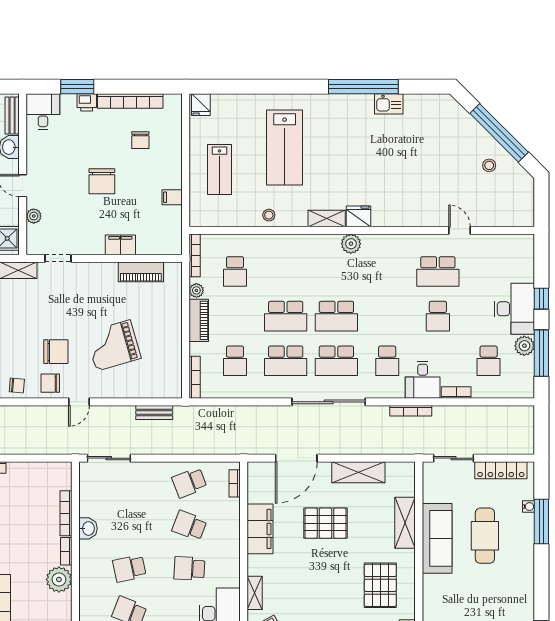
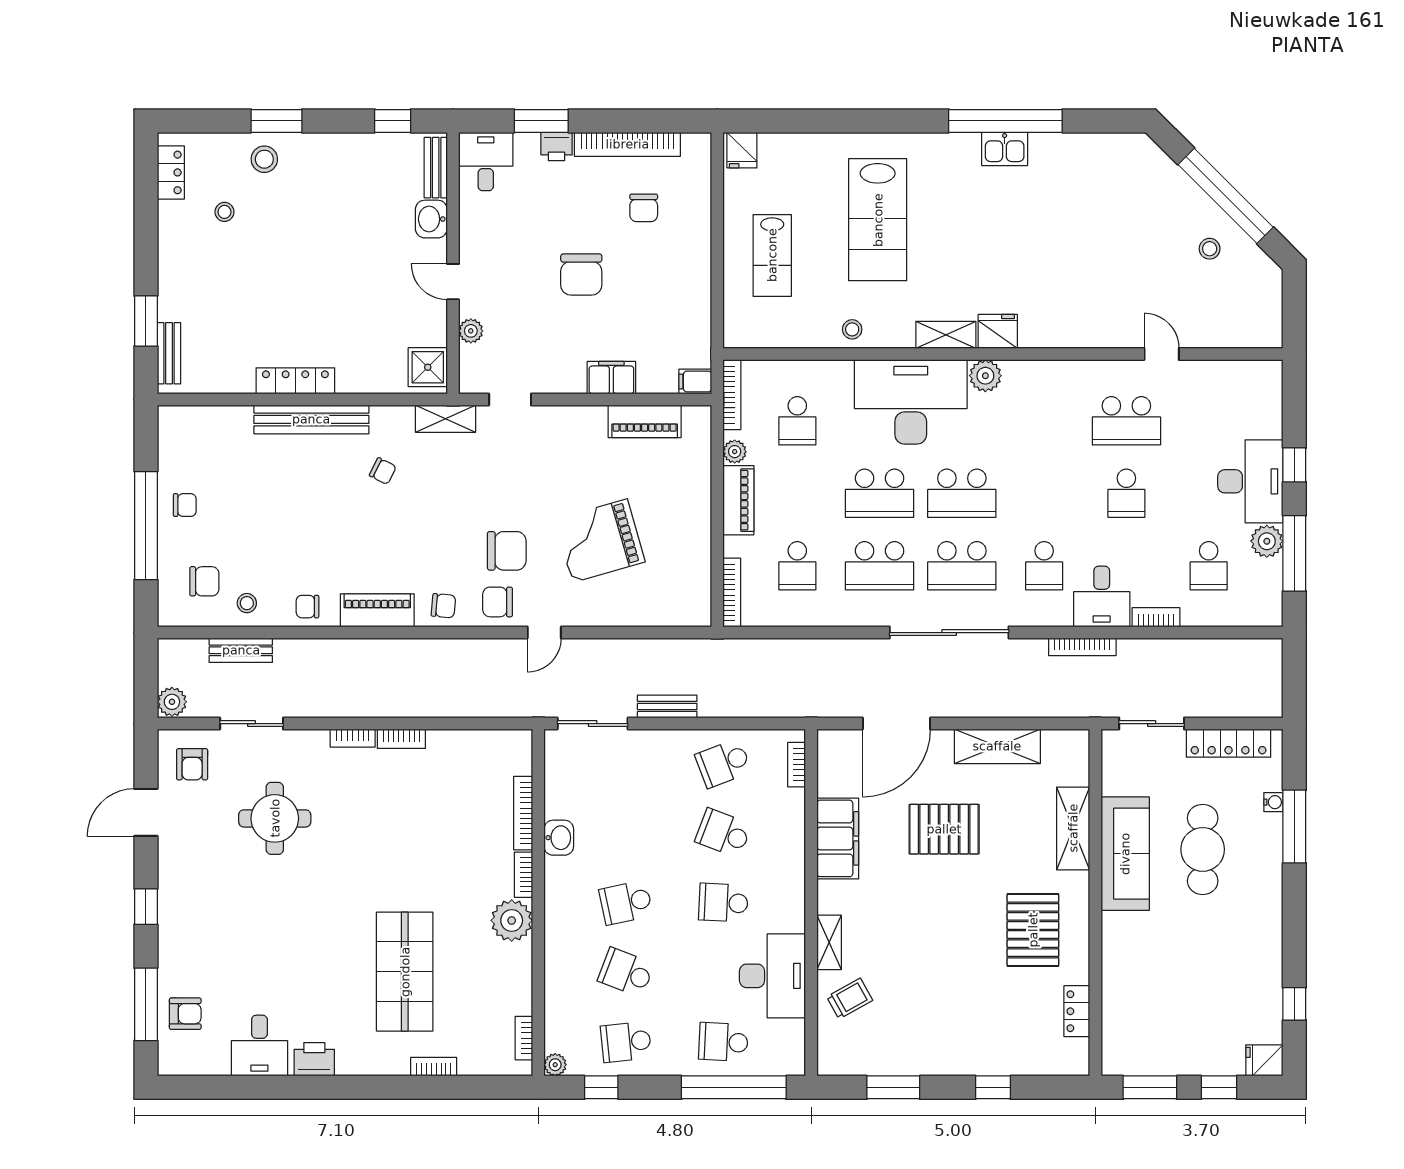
kitchen sink: (389, 104) -> (1005, 149), moved
filing cabinet: (172, 197) -> (695, 382), moved
desk: (305, 260) -> (911, 402), added
bench: (154, 413) -> (667, 706), moved

